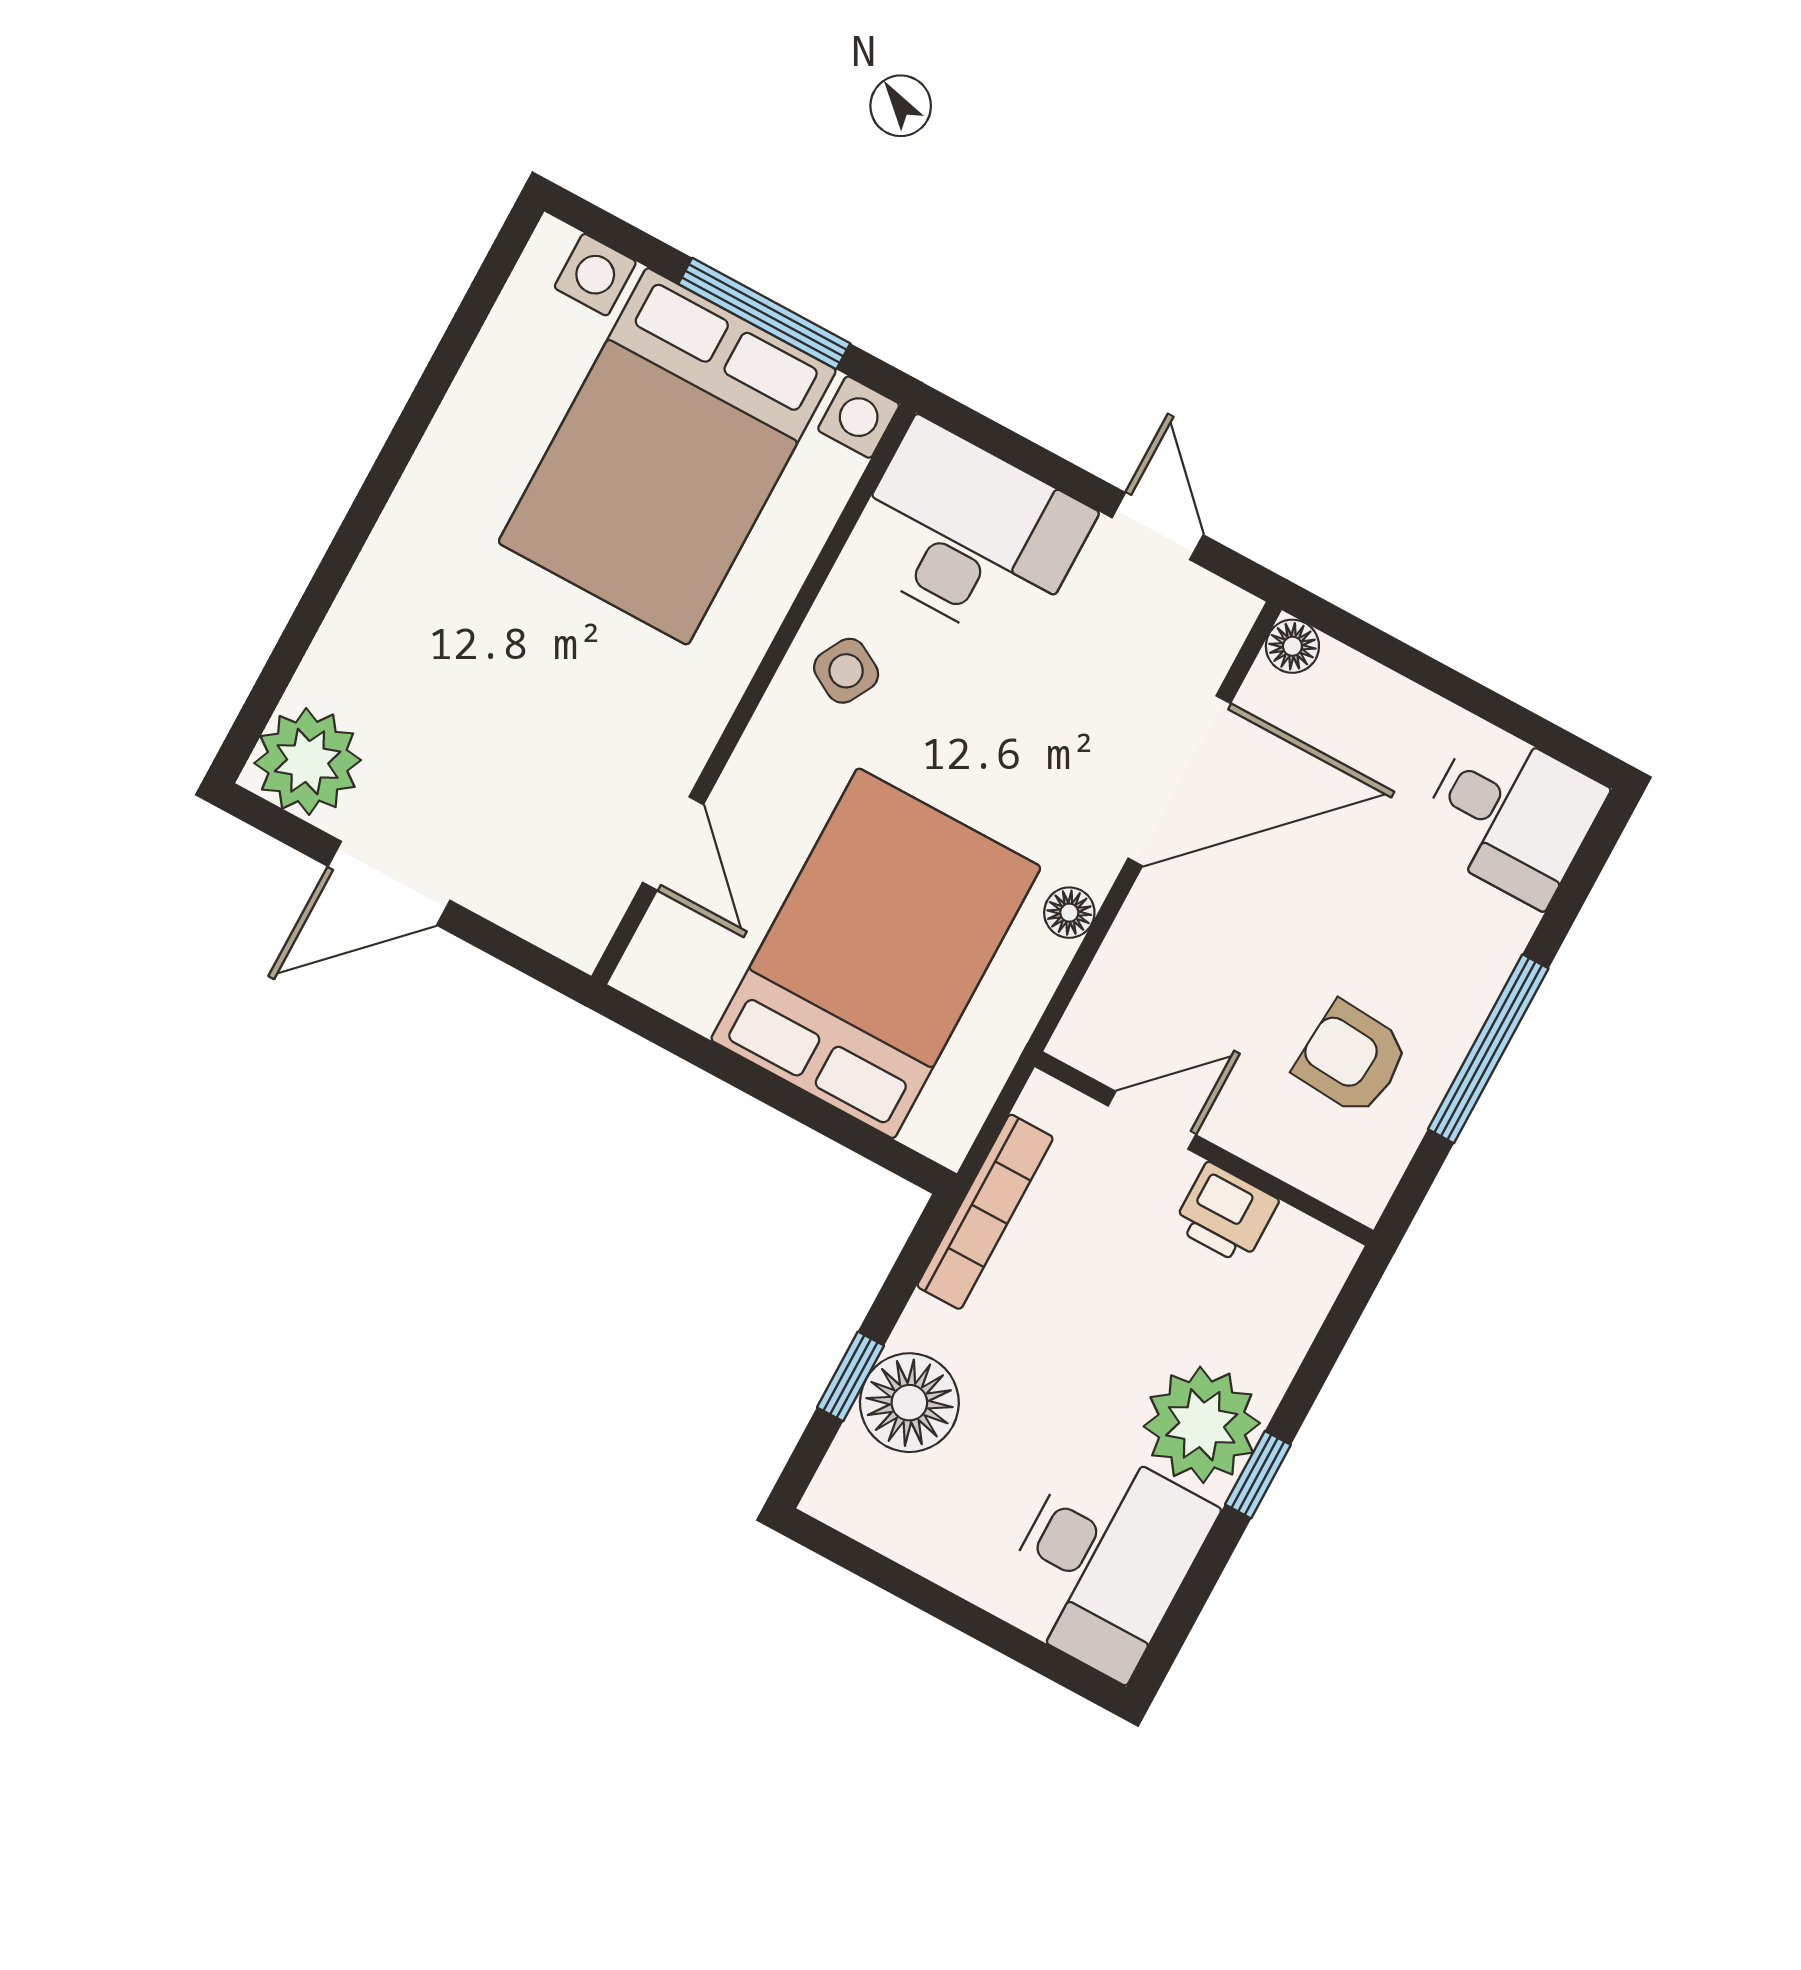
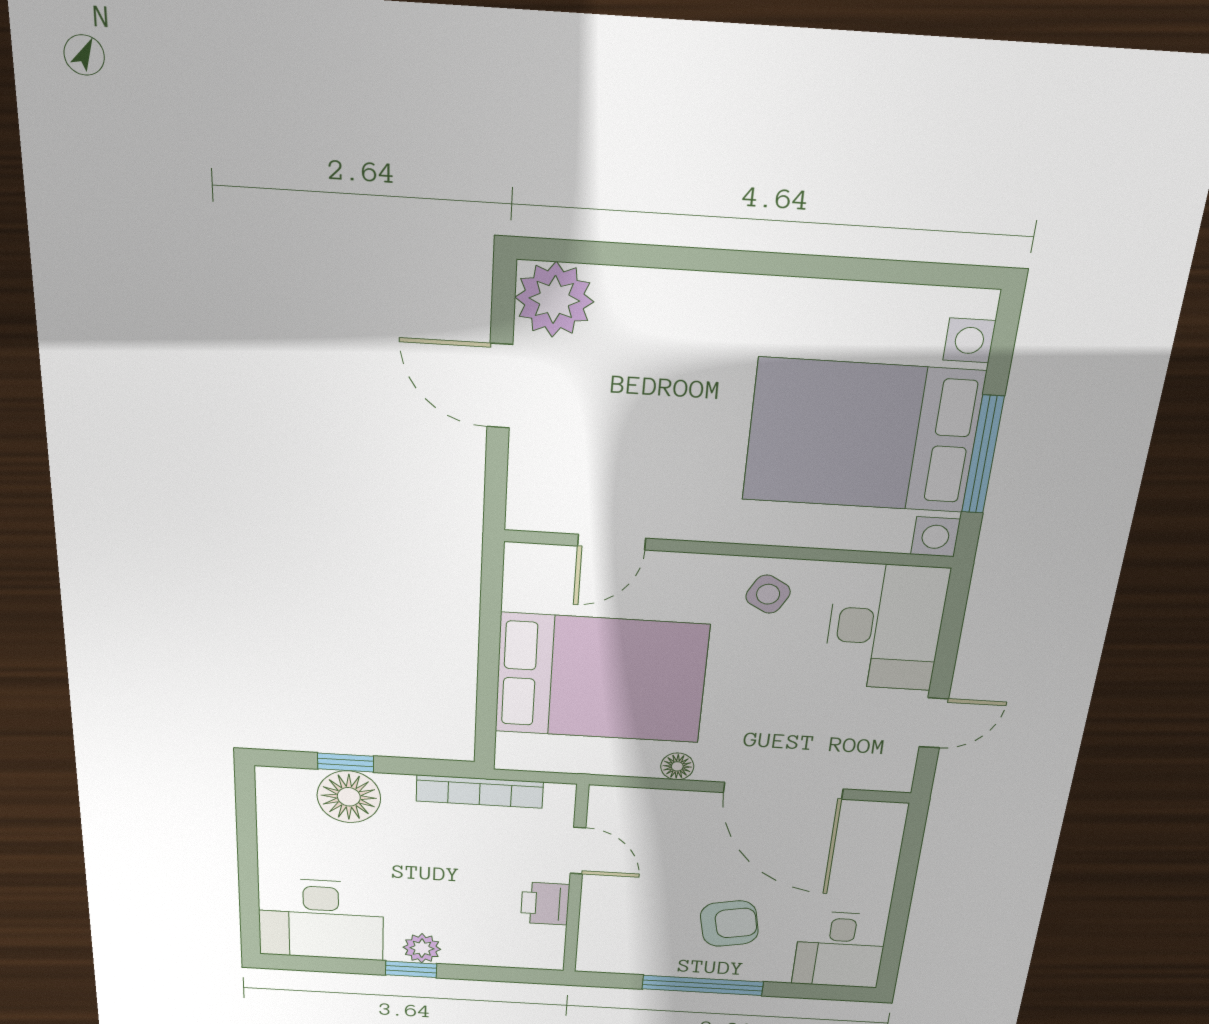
floor lamp: (1292, 646) -> (890, 816), removed
armchair: (1352, 1058) -> (729, 924), moved, turned 75
plant: (1202, 1425) -> (422, 948), width x0.53, depth x0.53

